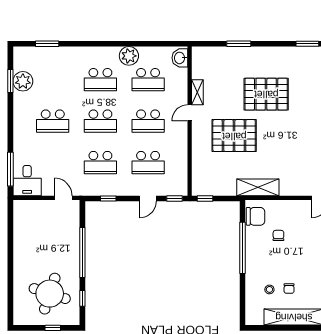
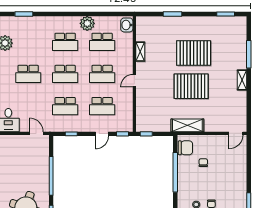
door: (190, 113) -> (134, 81), moved
pallet: (234, 136) -> (191, 86), moved

